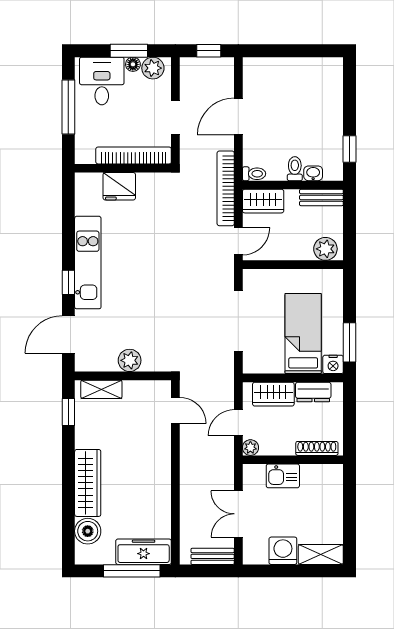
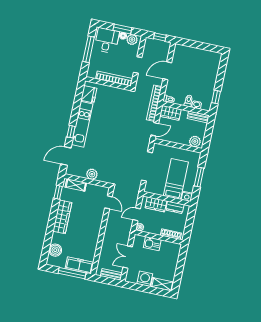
fridge: (119, 186) -> (89, 94), moved, turned -90
window: (349, 342) -> (199, 177), moved
wardrobe: (88, 483) -> (62, 217), moved

